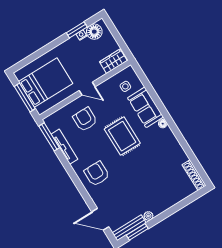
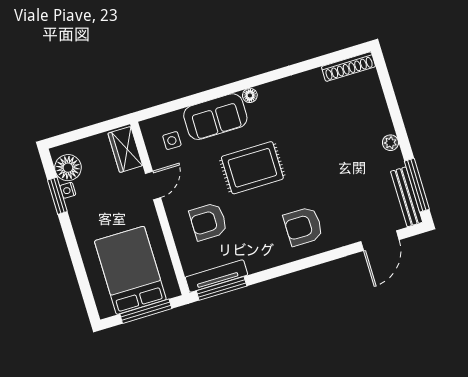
door: (87, 89) -> (153, 186), moved
tv unit: (64, 147) -> (217, 276), moved
plant: (148, 216) -> (390, 143), moved
window: (137, 232) -> (417, 185), width x1.44

